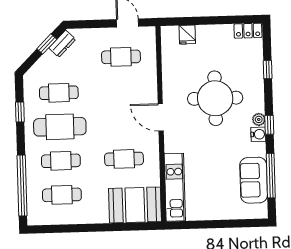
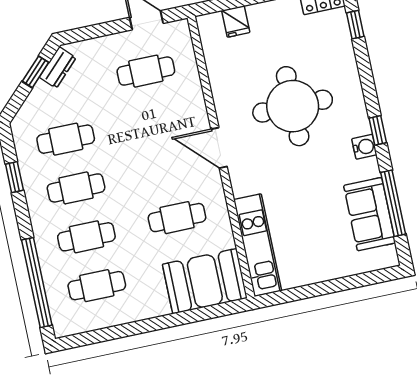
window: (268, 70) -> (355, 25), moved
plant: (259, 119) -> (361, 125), removed
cafe table: (60, 127) -> (76, 188), width x0.73, depth x0.74

